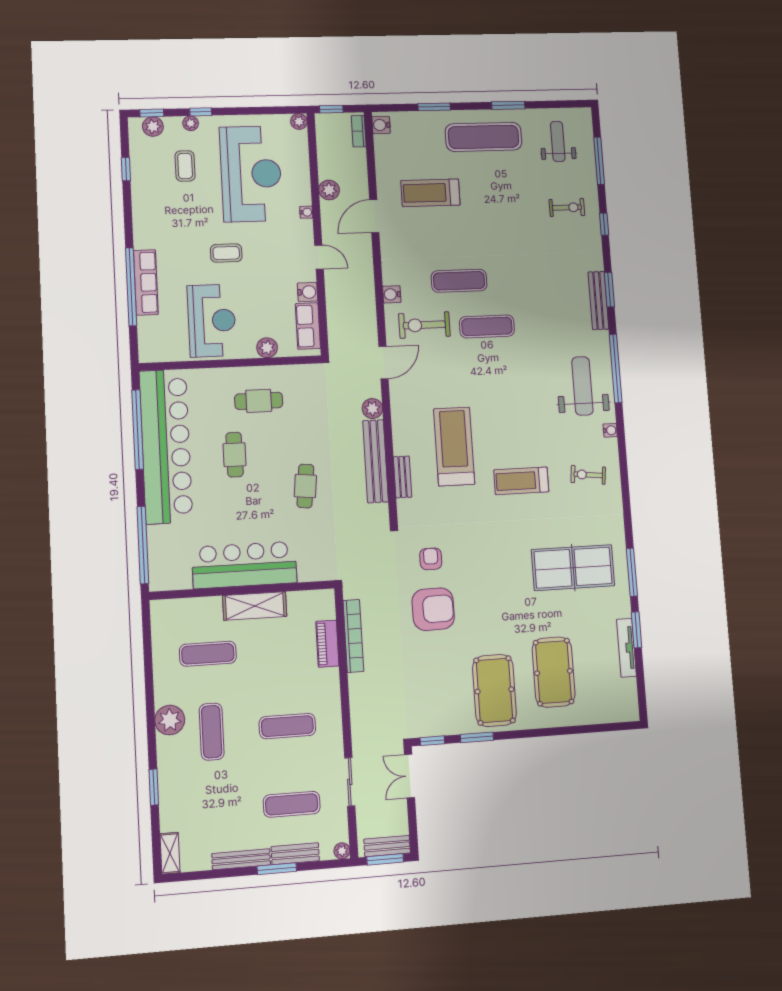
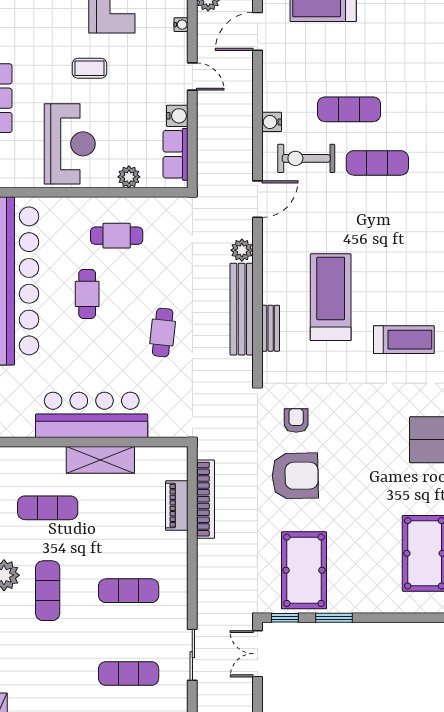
treadmill: (521, 481) -> (404, 340), turned 180
pool table: (494, 690) -> (304, 570), moved

